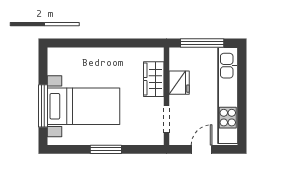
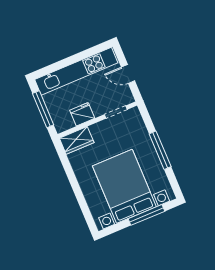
wardrobe: (154, 79) -> (77, 140), moved
bed with nightstands: (83, 106) -> (124, 186), width x1.36
window: (106, 149) -> (160, 150), width x1.44

